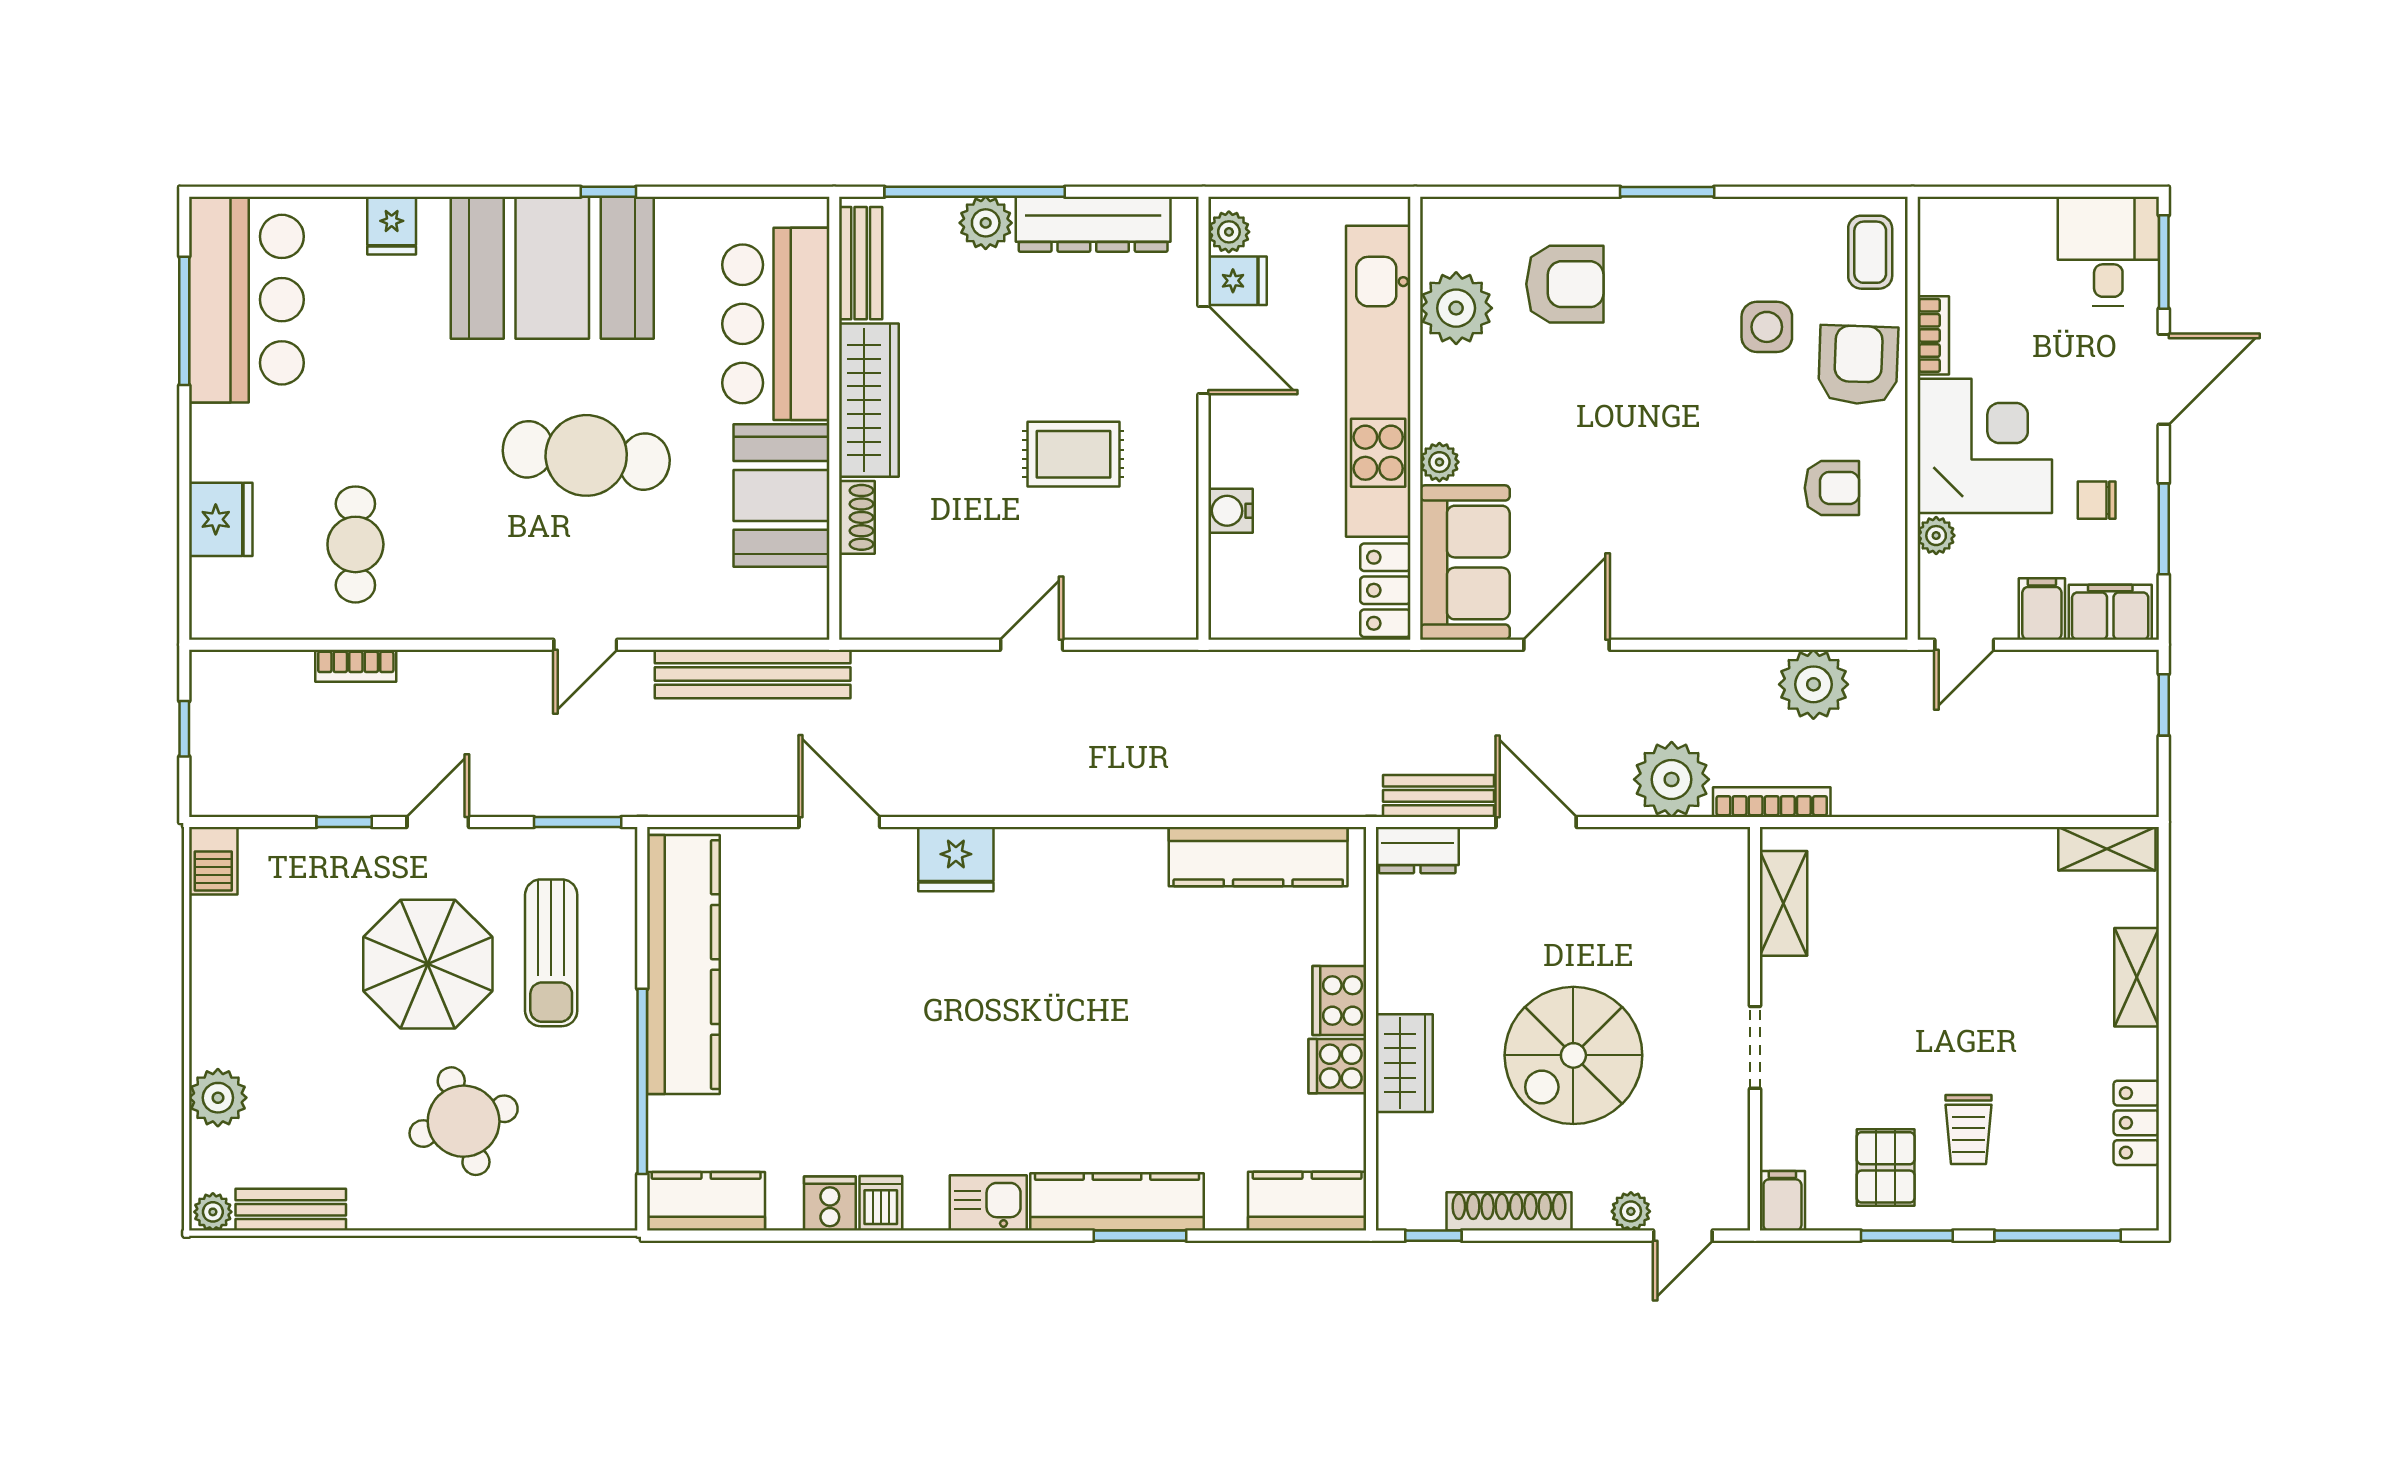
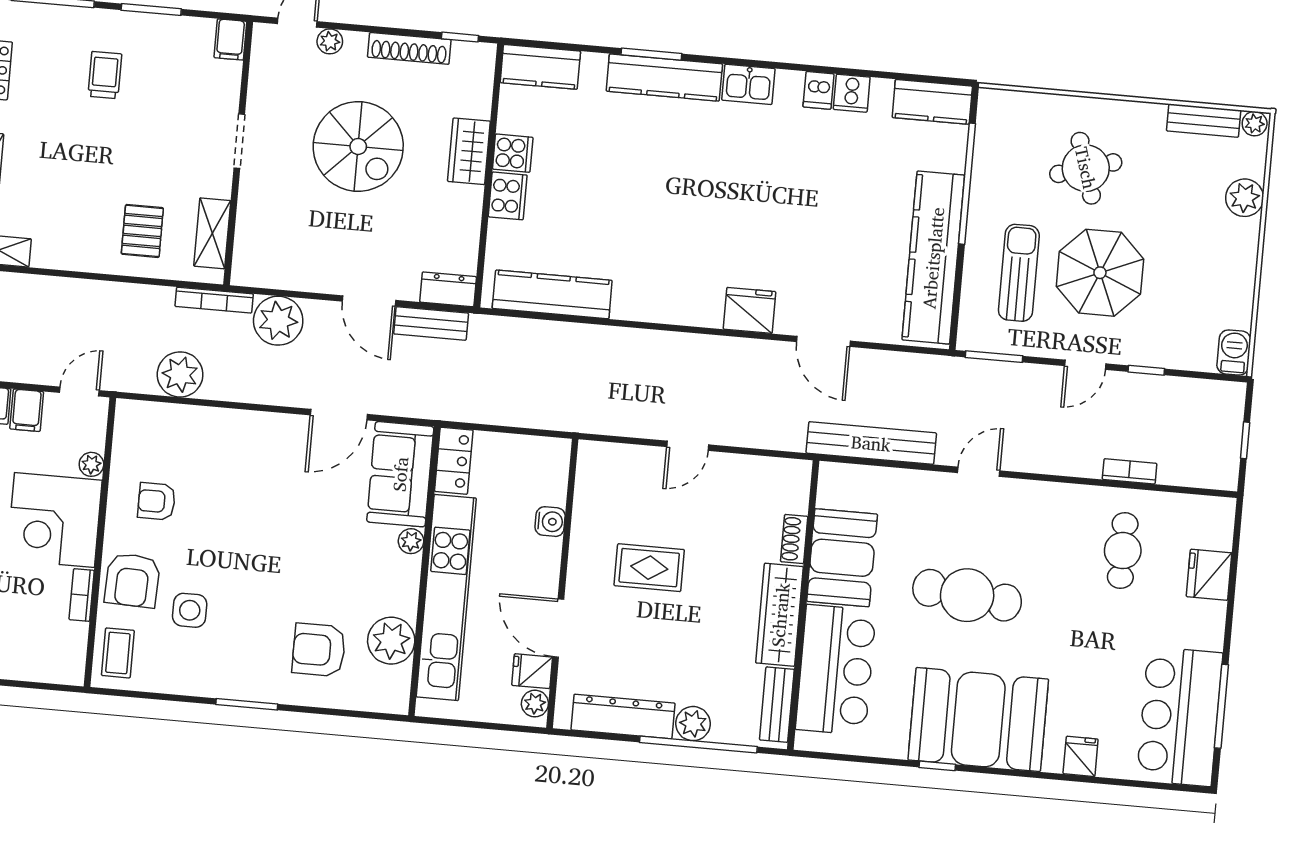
spiral stairs: (1573, 1055) -> (358, 146), turned 90
pallet: (1886, 1167) -> (142, 231), moved

